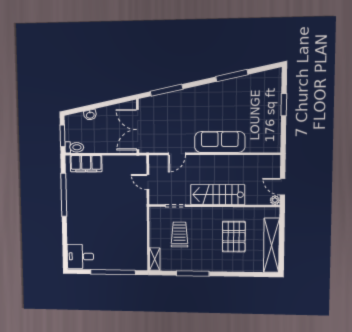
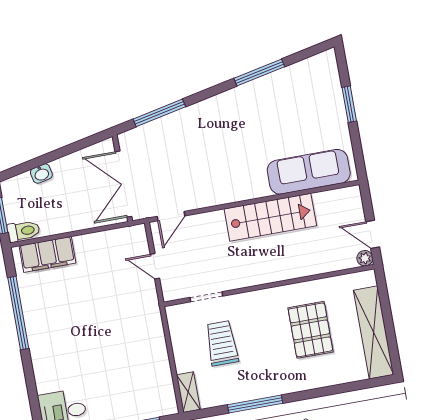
sofa: (220, 142) -> (309, 172), moved
door: (177, 154) -> (171, 216), moved
stairs: (218, 195) -> (270, 217), moved, turned 180

